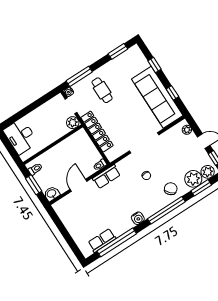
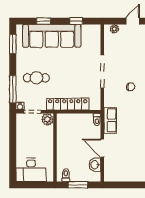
sofa: (157, 97) -> (52, 36), moved
washbasin: (52, 194) -> (95, 165), moved

